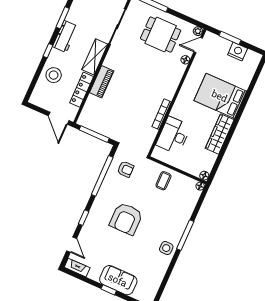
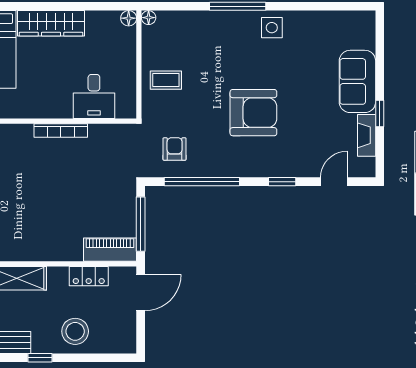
piano: (102, 82) -> (110, 250), moved
locker: (82, 90) -> (89, 276), width x0.66
desk: (173, 135) -> (94, 96), width x0.73
fireplace: (77, 268) -> (367, 135), moved
window: (109, 290) -> (380, 114), moved

